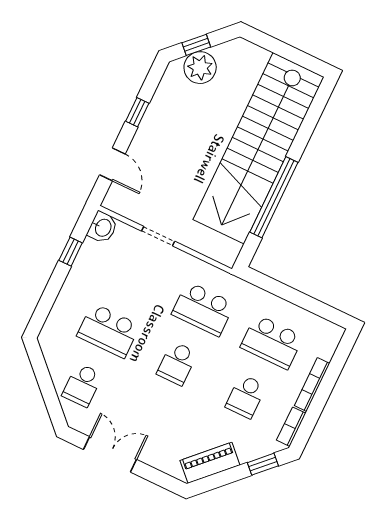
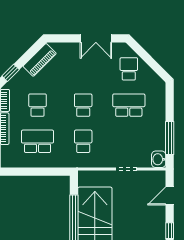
door: (112, 164) -> (170, 196), hinge flipped
window: (71, 252) -> (170, 138), width x2.17
school desk: (203, 309) -> (83, 141), width x0.54

